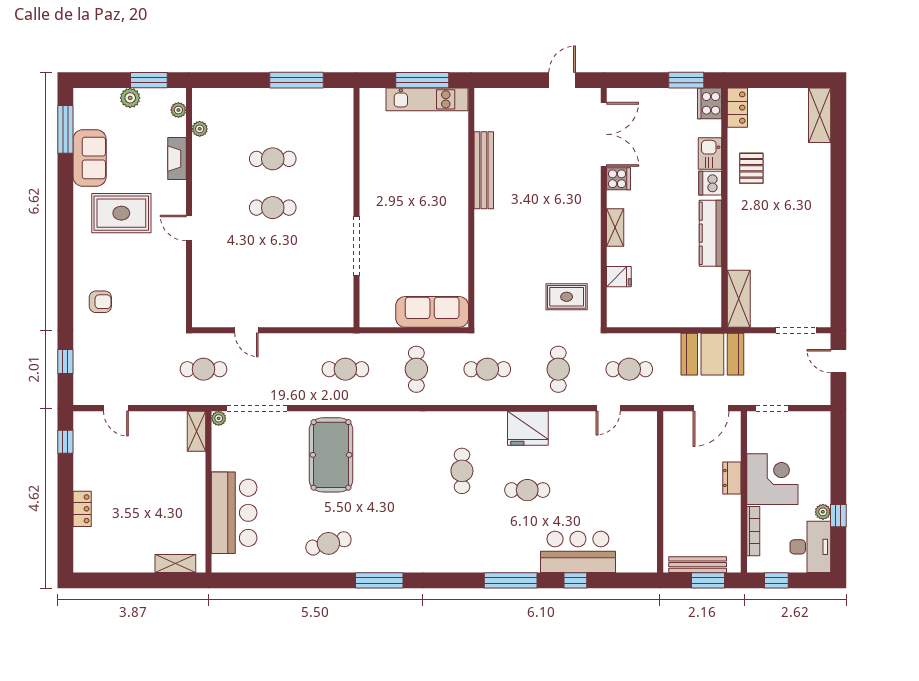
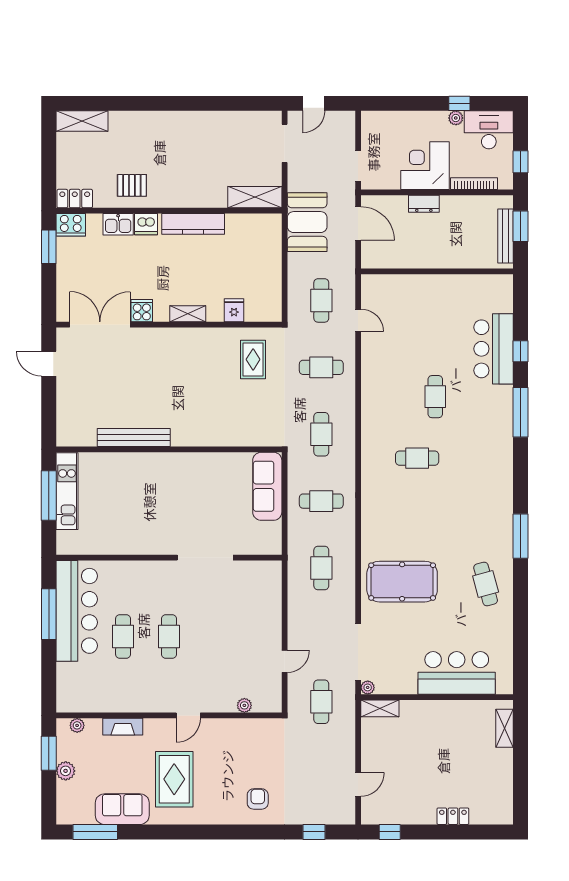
bar counter: (300, 110) -> (77, 611), added
plant: (200, 129) -> (244, 705), moved
fridge: (528, 428) -> (377, 396), removed

